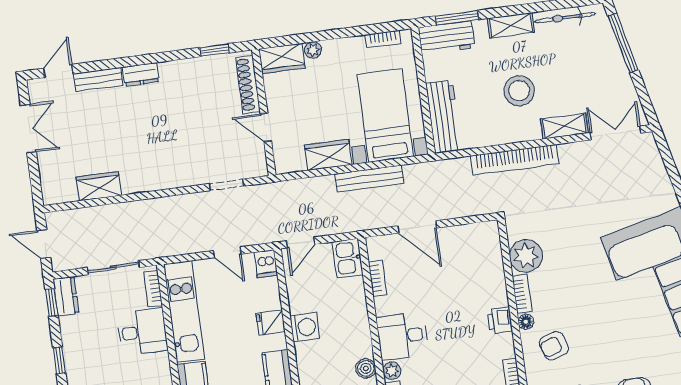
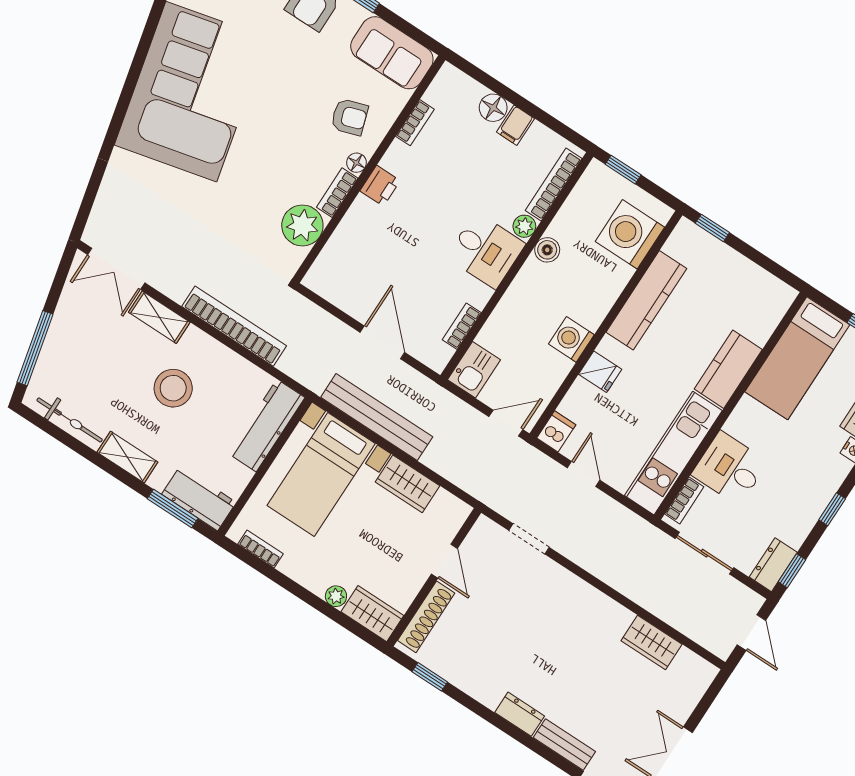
bench: (369, 179) -> (377, 417), width x1.37, depth x1.21

